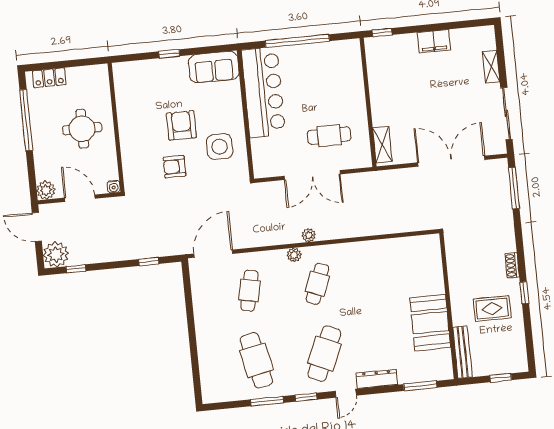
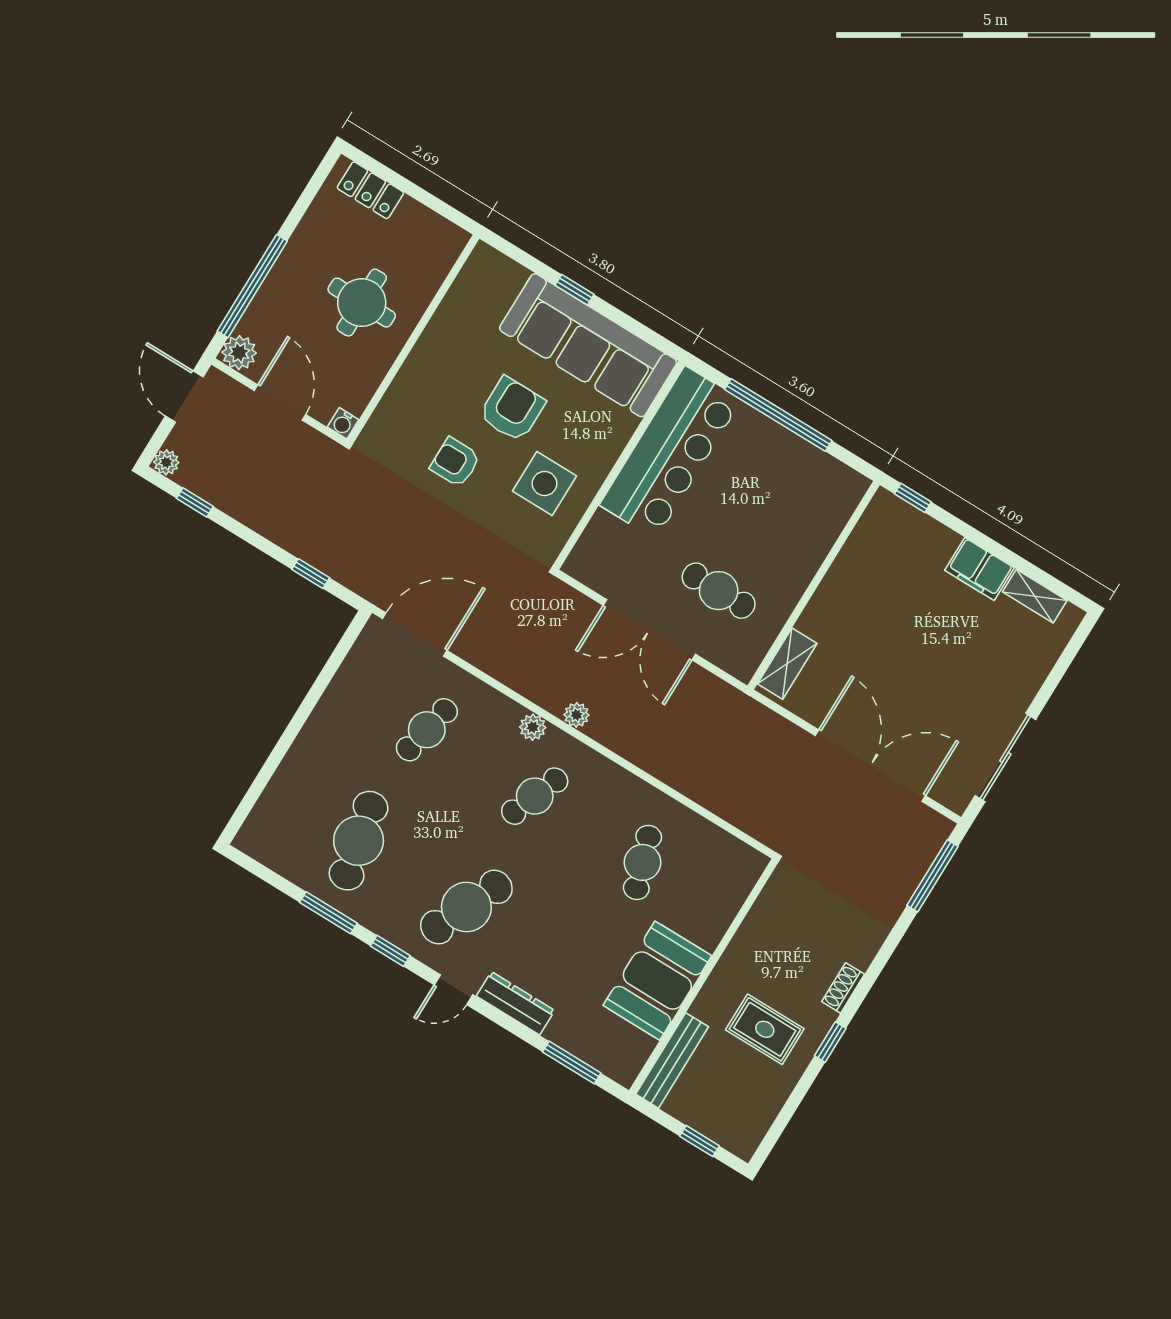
sofa: (214, 67) -> (588, 345), width x1.85, depth x1.27
shelving: (491, 67) -> (1035, 596), moved, turned 90
window: (26, 120) -> (252, 286), moved
plant: (56, 254) -> (166, 462), width x0.53, depth x0.53
cafe table: (385, 277) -> (643, 862), added

